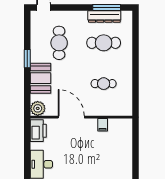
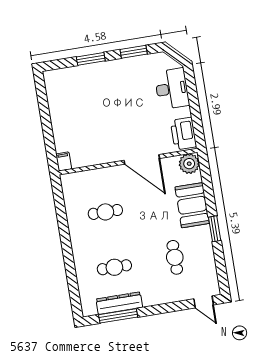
cafe table: (59, 43) -> (175, 257), width x0.73, depth x0.74
cafe table: (104, 43) -> (114, 267), width x0.73, depth x0.74
filing cabinet: (103, 125) -> (64, 161), moved

